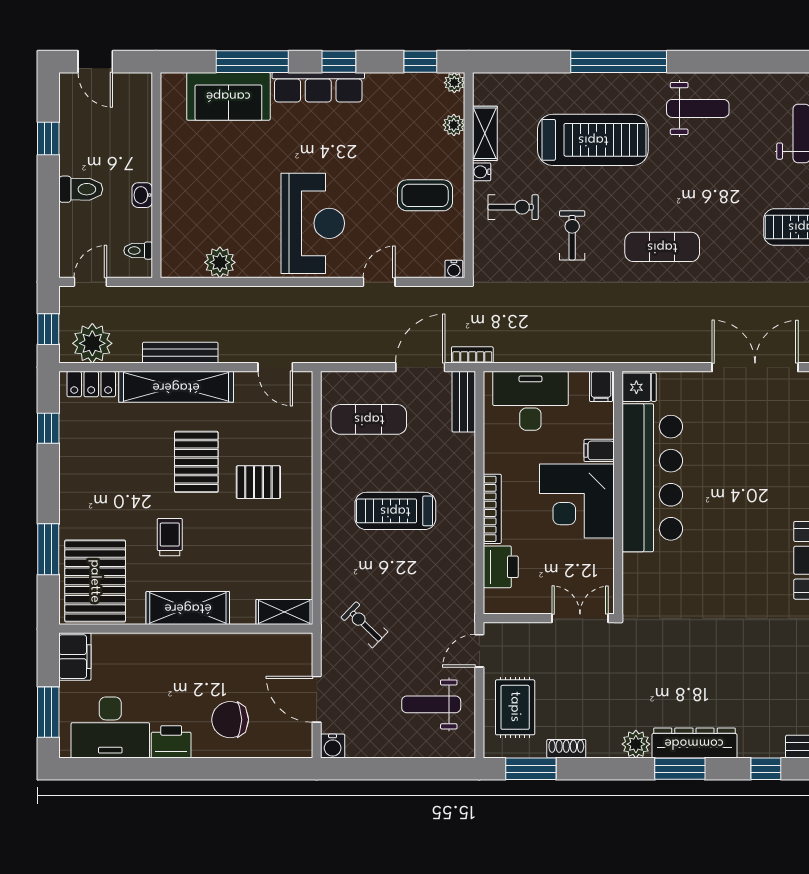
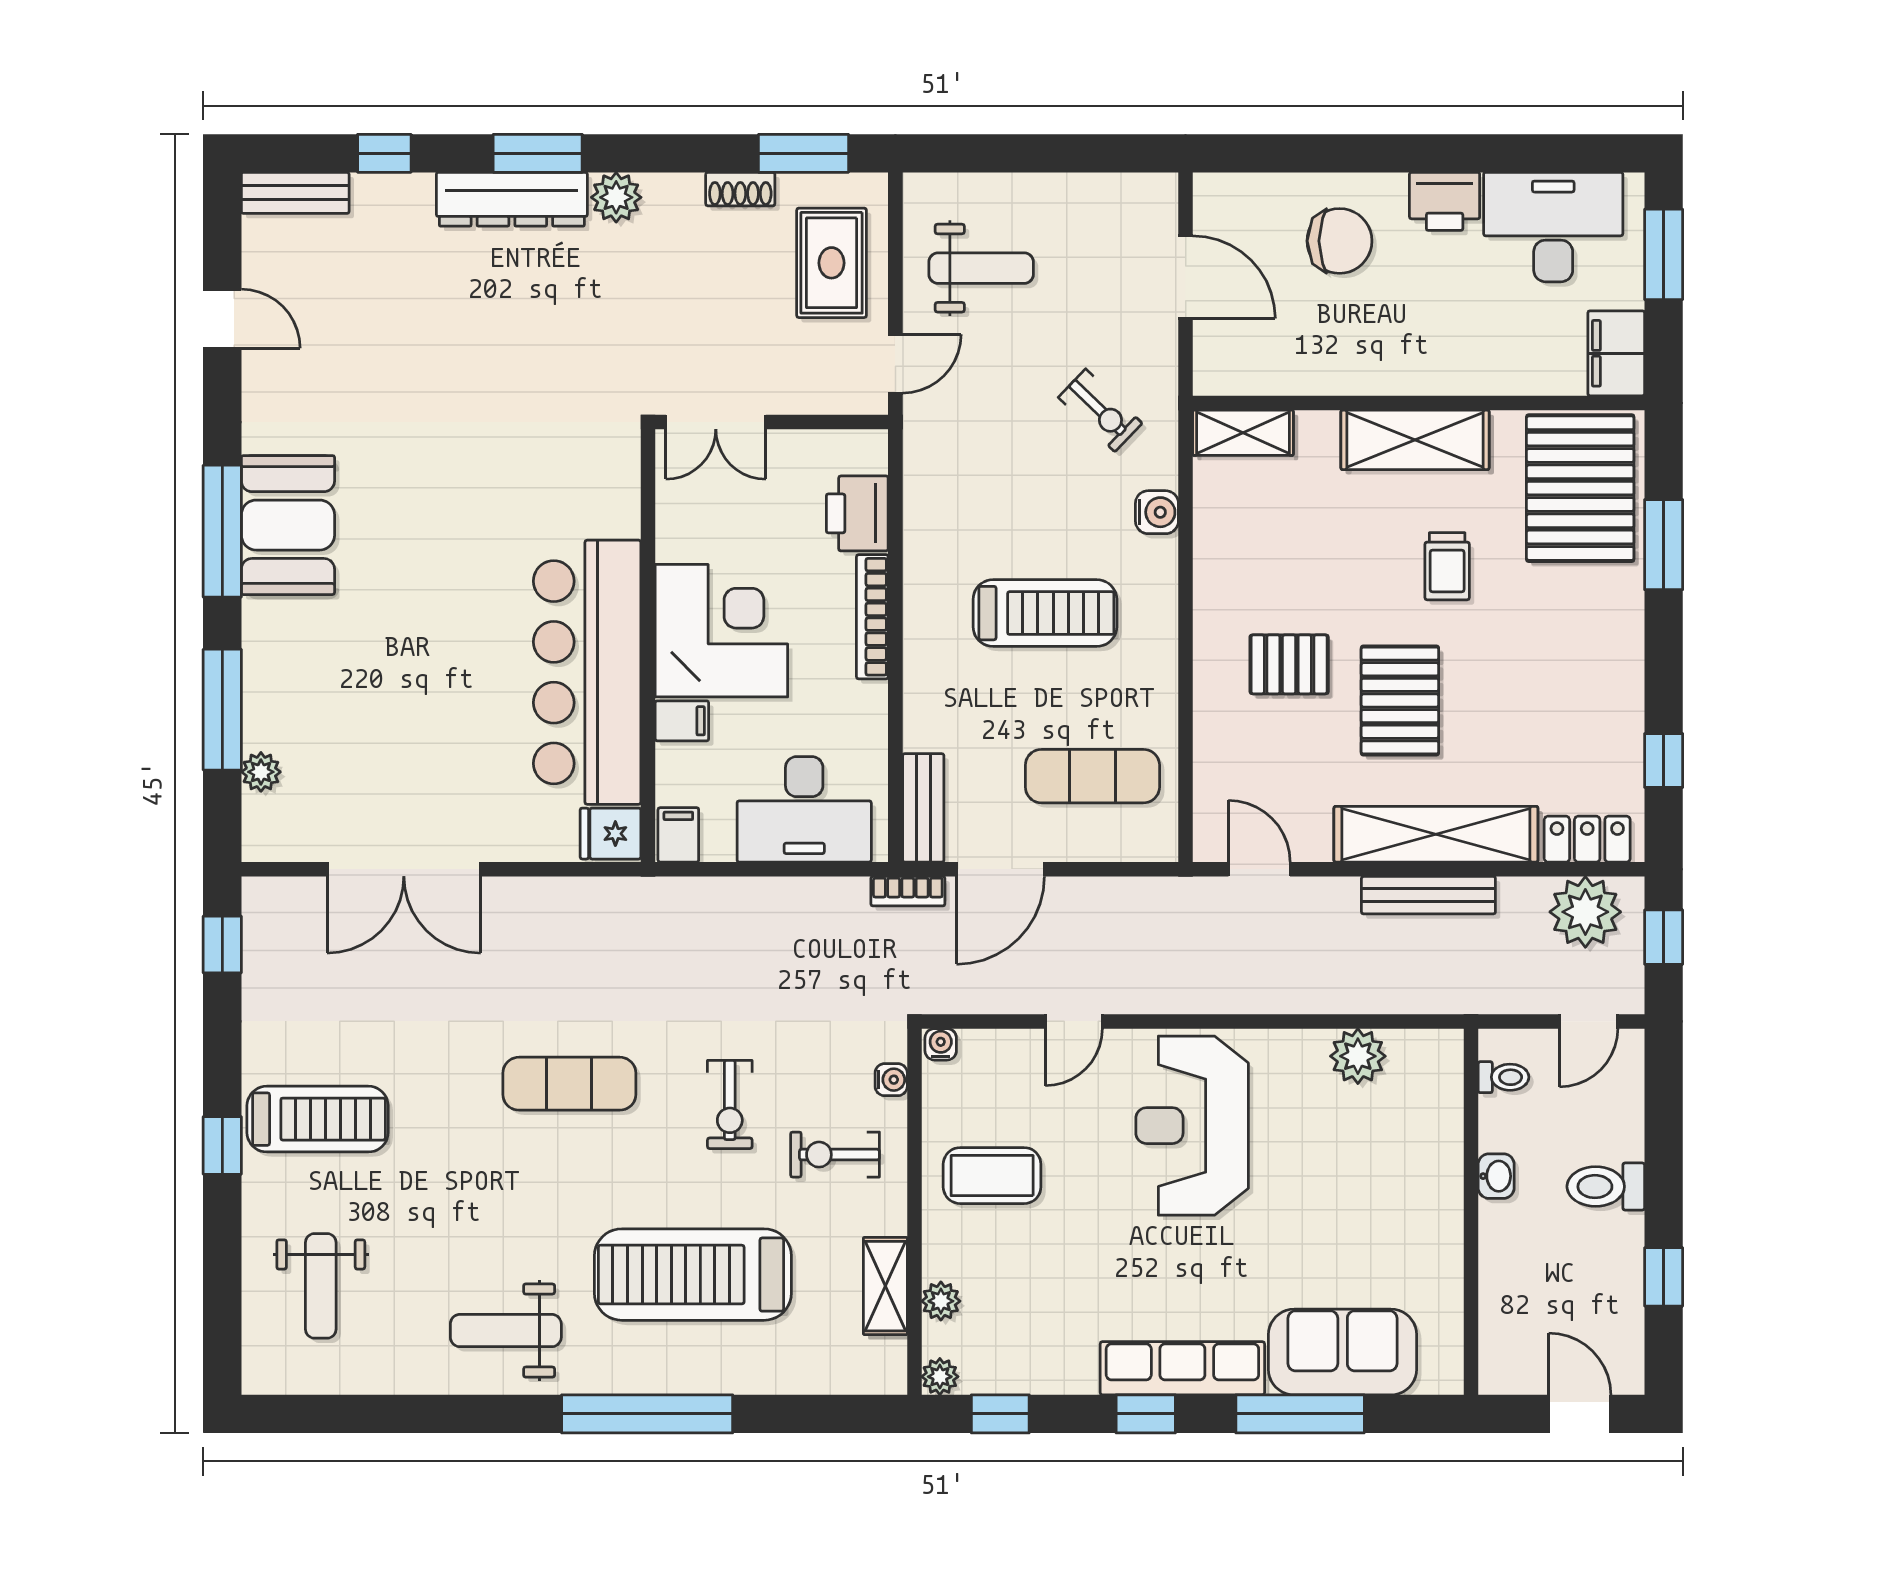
water cooler: (482, 172) -> (891, 1080), moved
water cooler: (333, 746) -> (1157, 512), moved, turned 90

